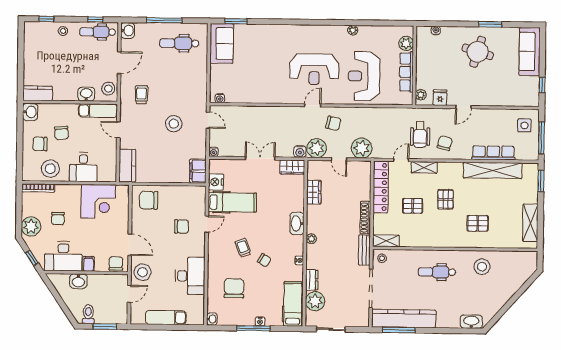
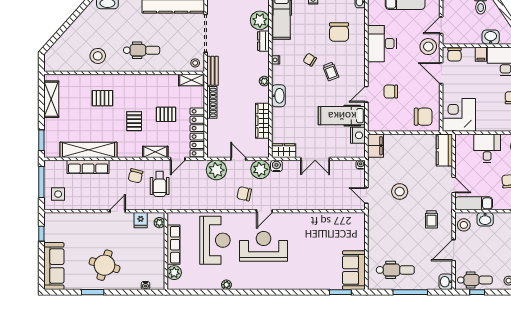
water cooler: (220, 98) -> (355, 217), removed
wheelchair: (420, 134) -> (160, 184), turned 180
wardrobe: (314, 192) -> (262, 121), width x1.50
corner desk: (98, 201) -> (459, 115), moved

